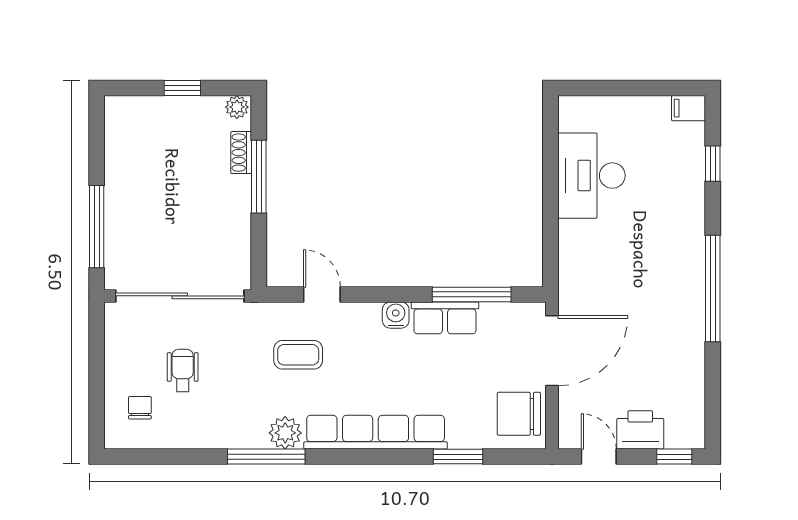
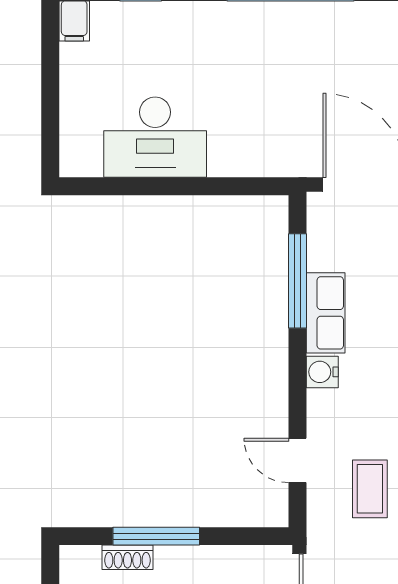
plant: (237, 107) -> (73, 562), removed
door: (322, 294) -> (298, 460), hinge flipped

